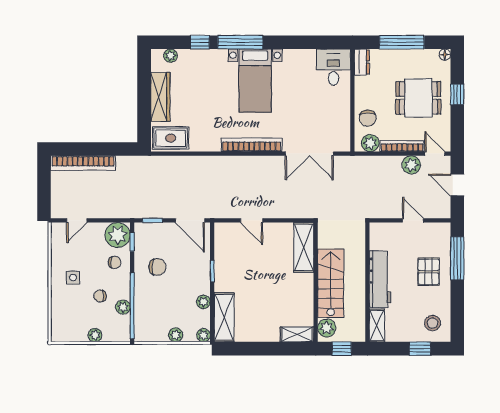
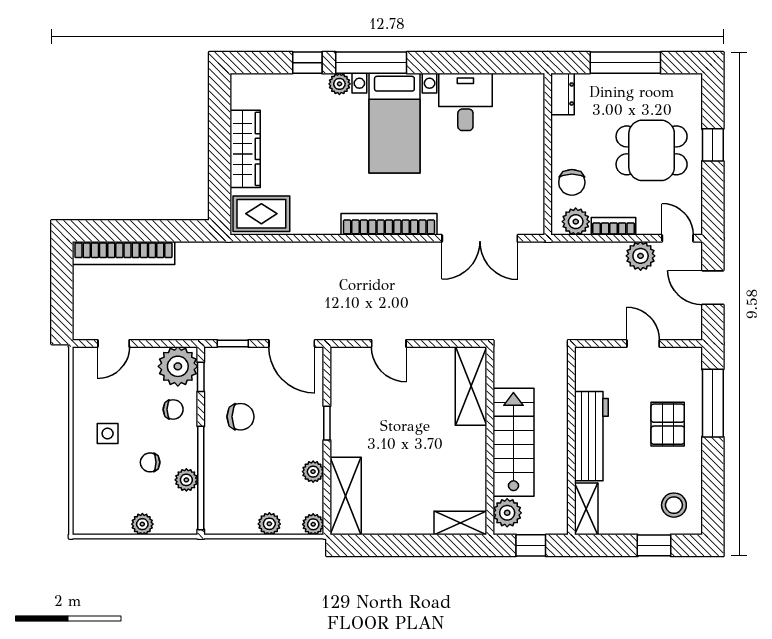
floor lamp: (445, 55) -> (693, 82), removed
plant: (171, 56) -> (339, 84), moved
desk: (333, 67) -> (465, 102), moved
bookcase: (402, 146) -> (614, 226), width x0.64

